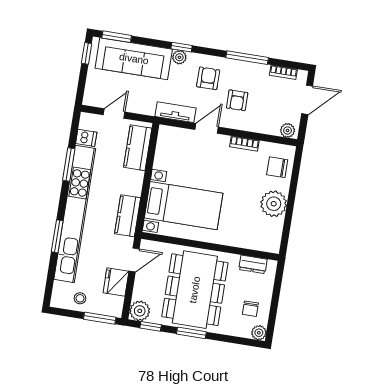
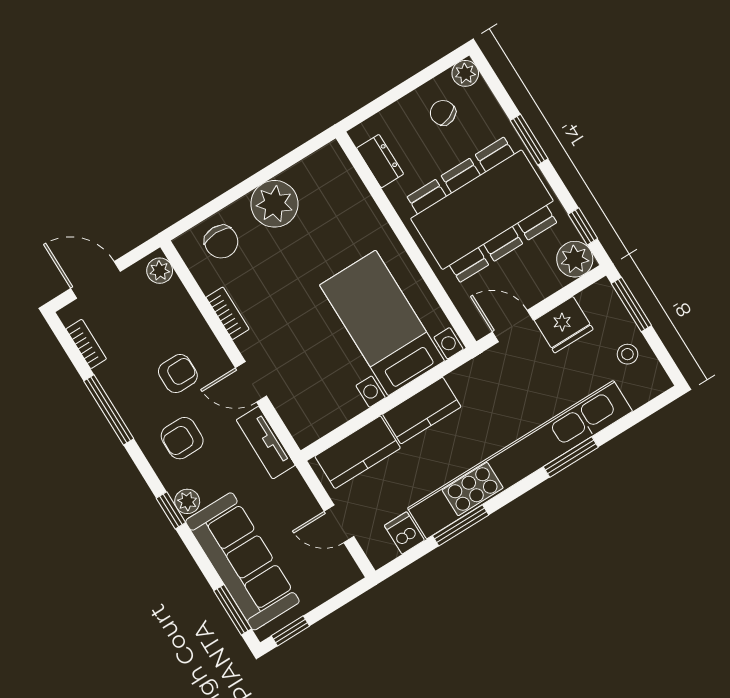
kitchen counter: (128, 216) -> (422, 411), moved
chair: (250, 309) -> (443, 113), turned -113
window: (191, 333) -> (529, 140), moved

